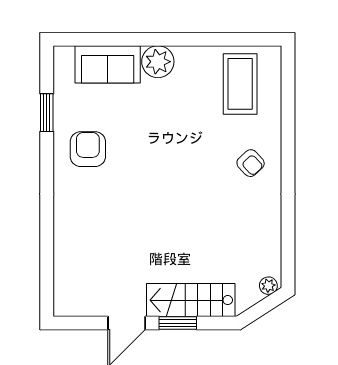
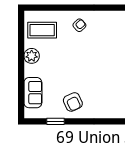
plant: (158, 62) -> (32, 56), moved
armchair: (88, 149) -> (73, 102), turned -115

